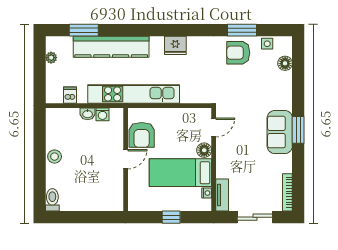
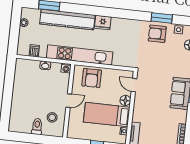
fridge: (175, 45) -> (103, 23), moved
washing machine: (103, 114) -> (66, 68), moved
door: (214, 127) -> (134, 85), swing flipped
armchair: (142, 135) -> (92, 78), moved
stool: (55, 157) -> (52, 117), moved
toilet: (52, 200) -> (37, 126), moved

